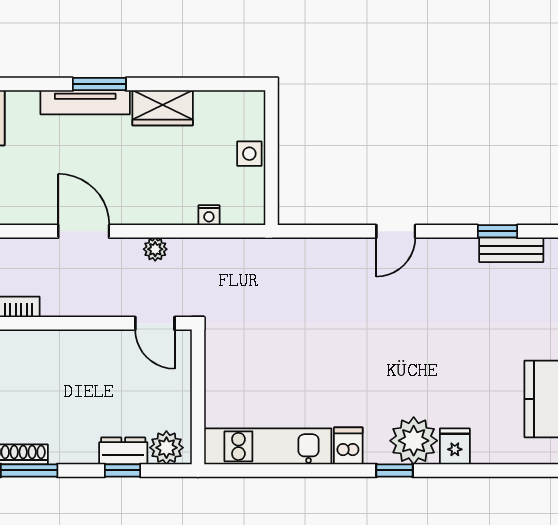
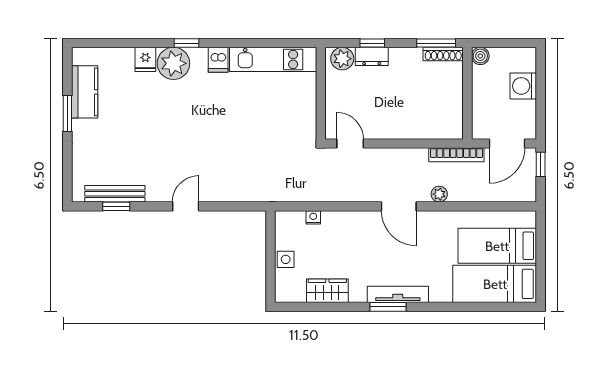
wardrobe: (163, 108) -> (327, 291), moved
plant: (155, 249) -> (439, 194), moved
bench: (511, 250) -> (115, 194), width x1.36

